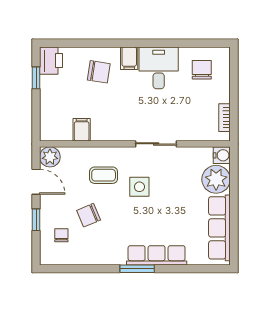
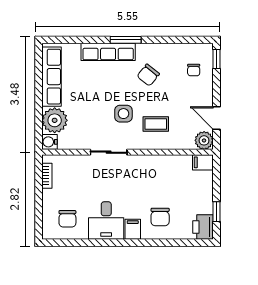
chair: (99, 72) -> (160, 217), turned -99
filing cabinet: (82, 130) -> (203, 162), moved, turned 90
chair: (89, 215) -> (148, 75), moved, turned 152
window: (36, 220) -> (217, 59), moved

